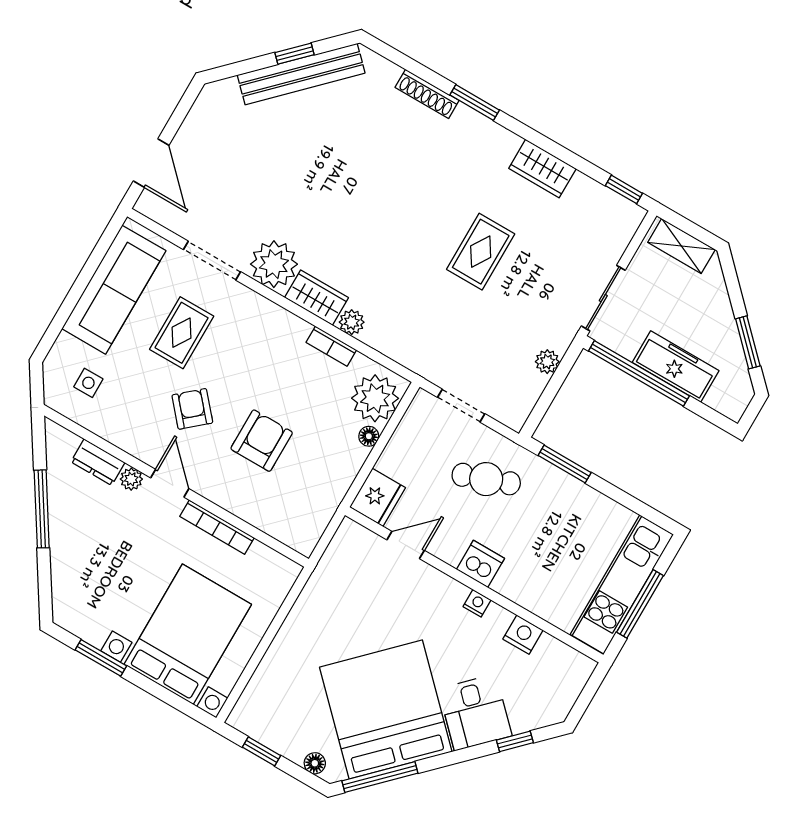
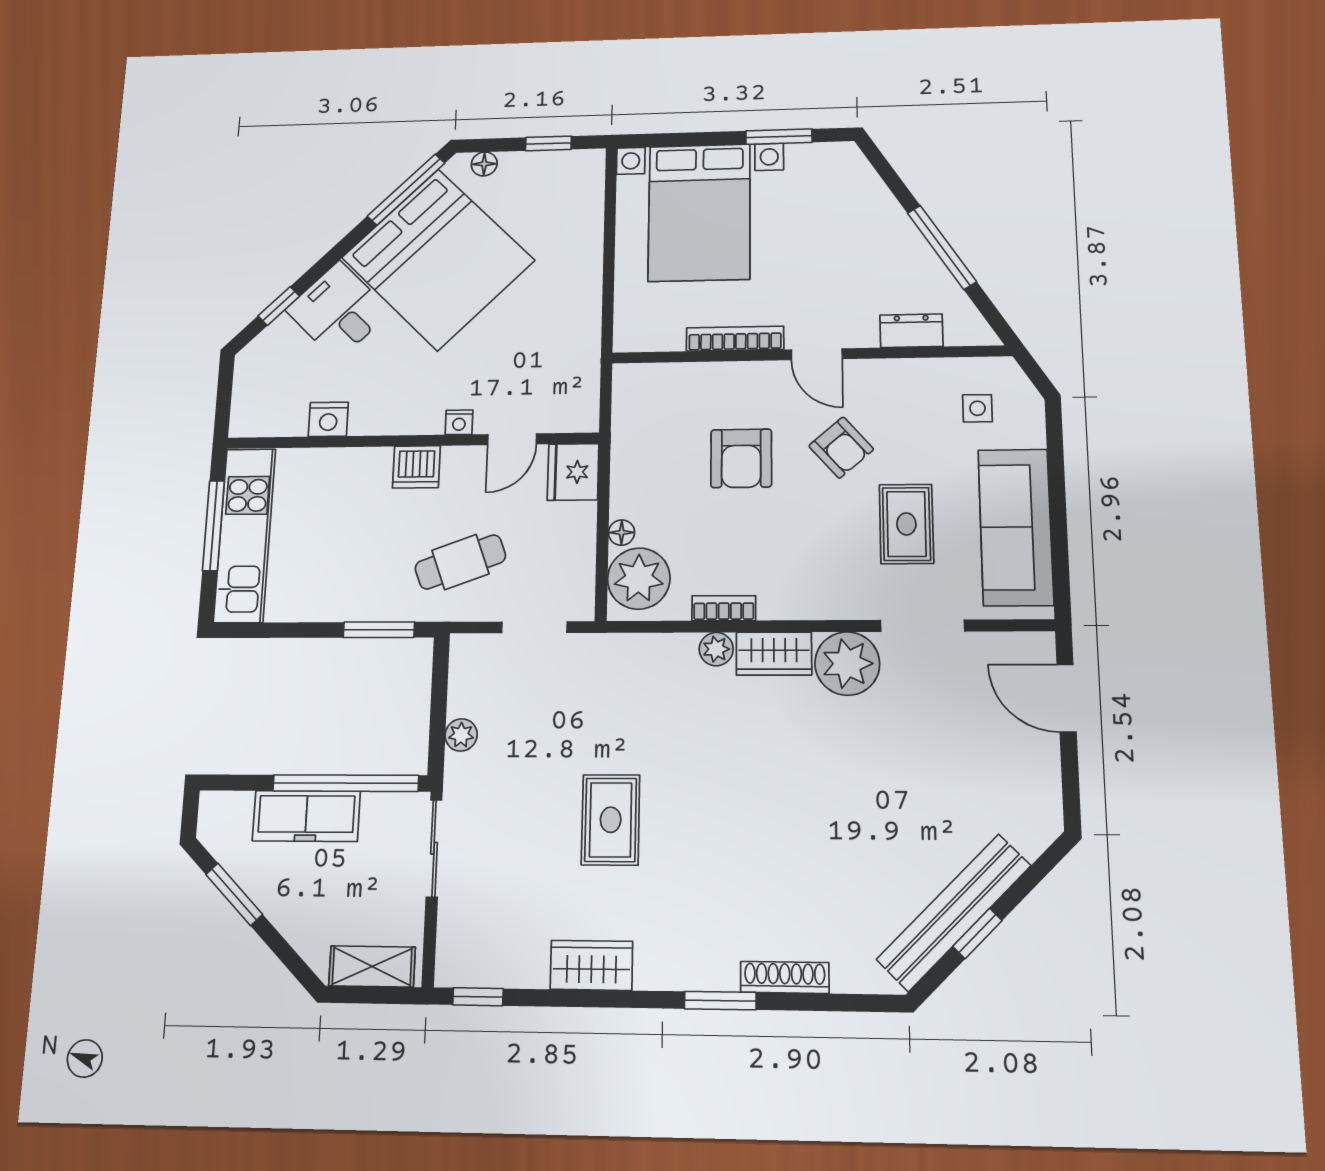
plant: (131, 479) -> (863, 334), removed
nightstand: (477, 603) -> (459, 422), moved

